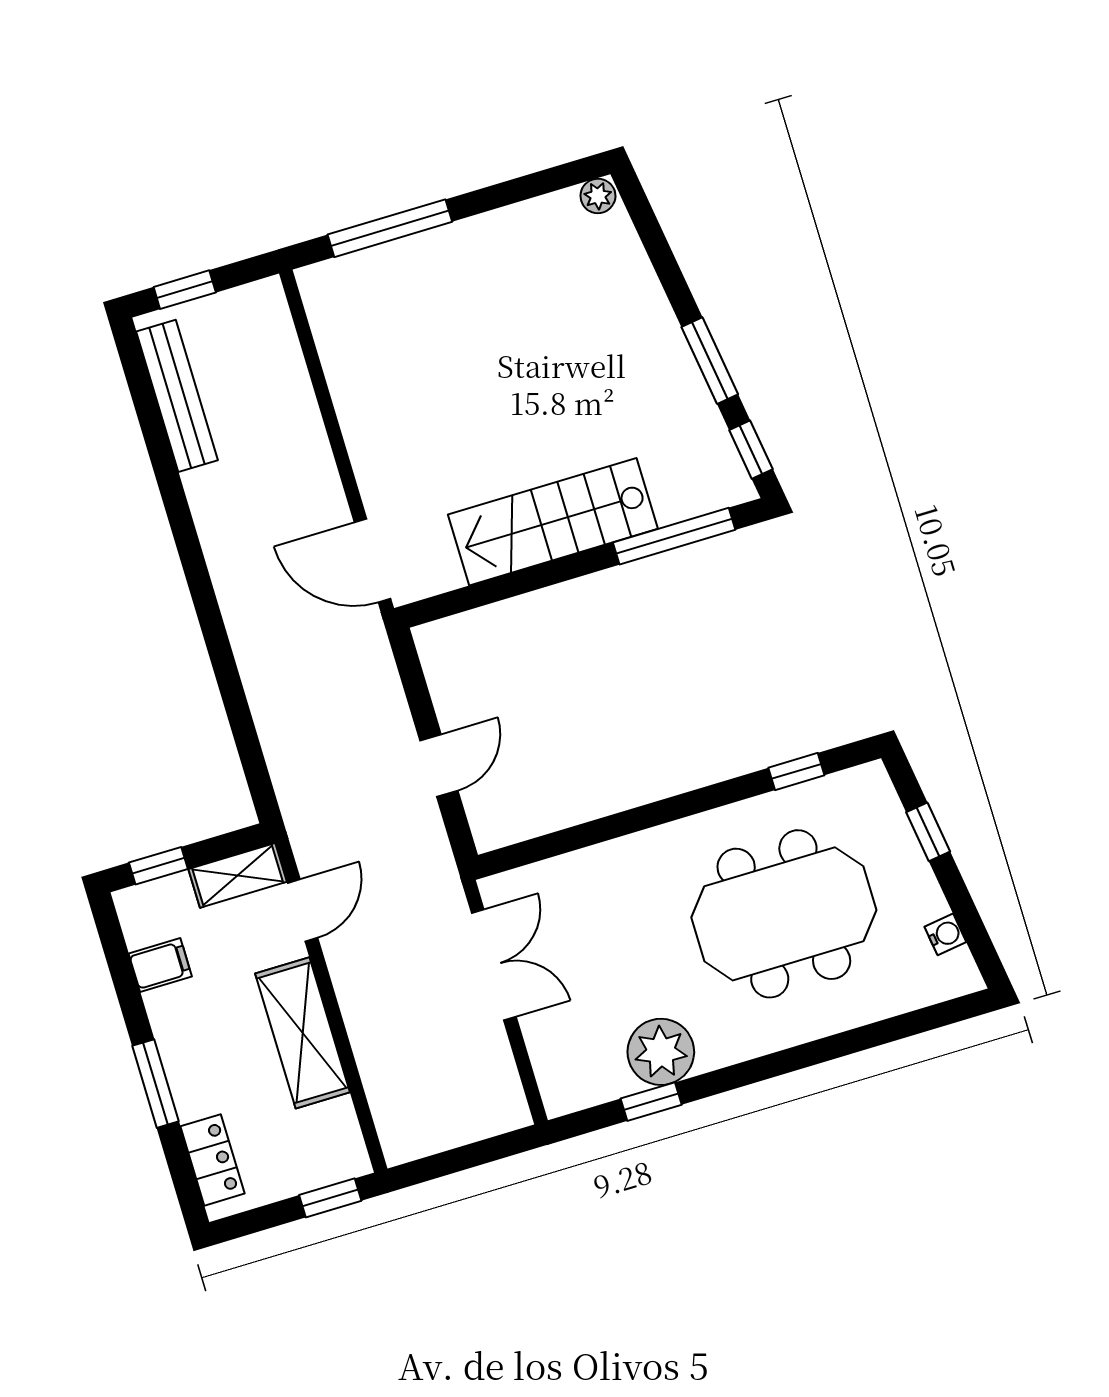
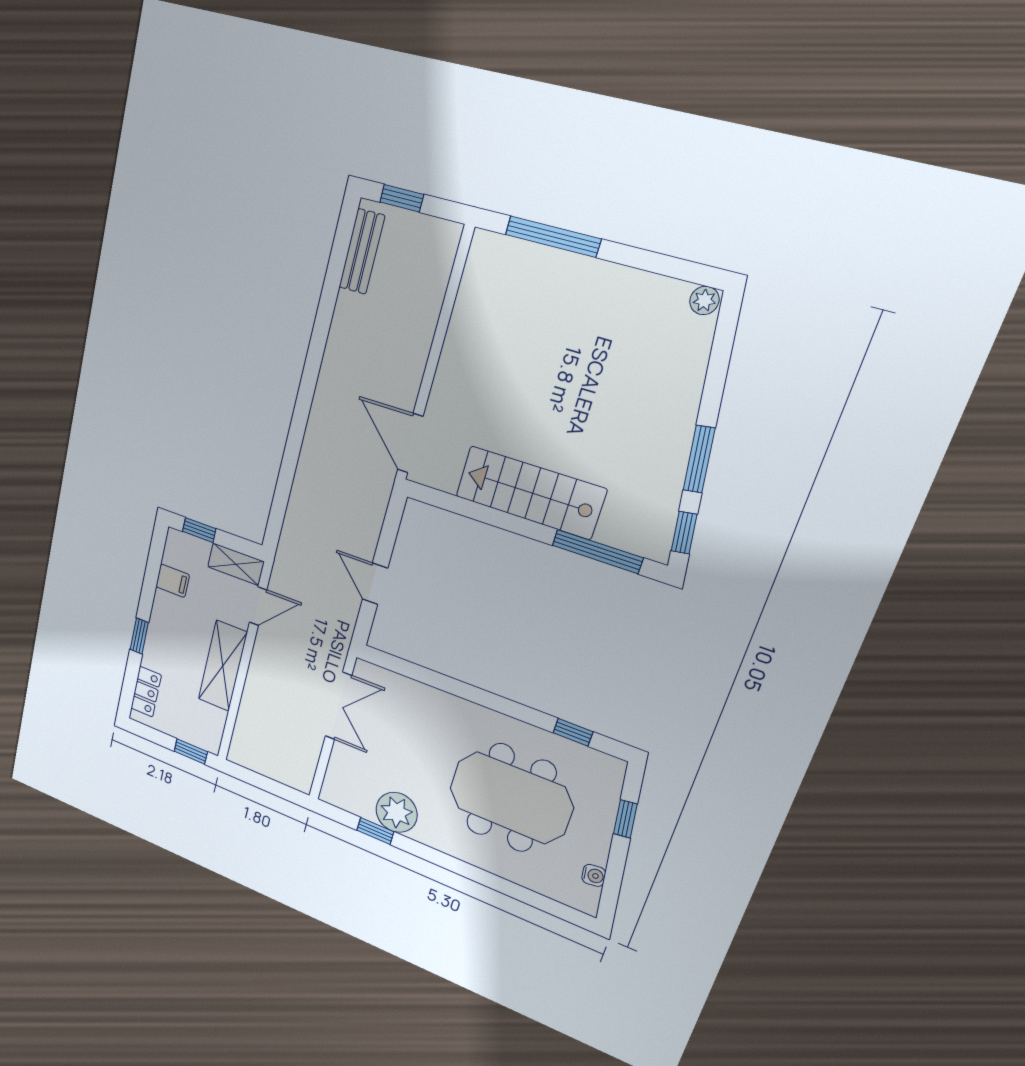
bench: (177, 396) -> (362, 252), width x0.73
door: (439, 766) -> (375, 584), swing flipped
window: (155, 1084) -> (139, 636), width x0.67

